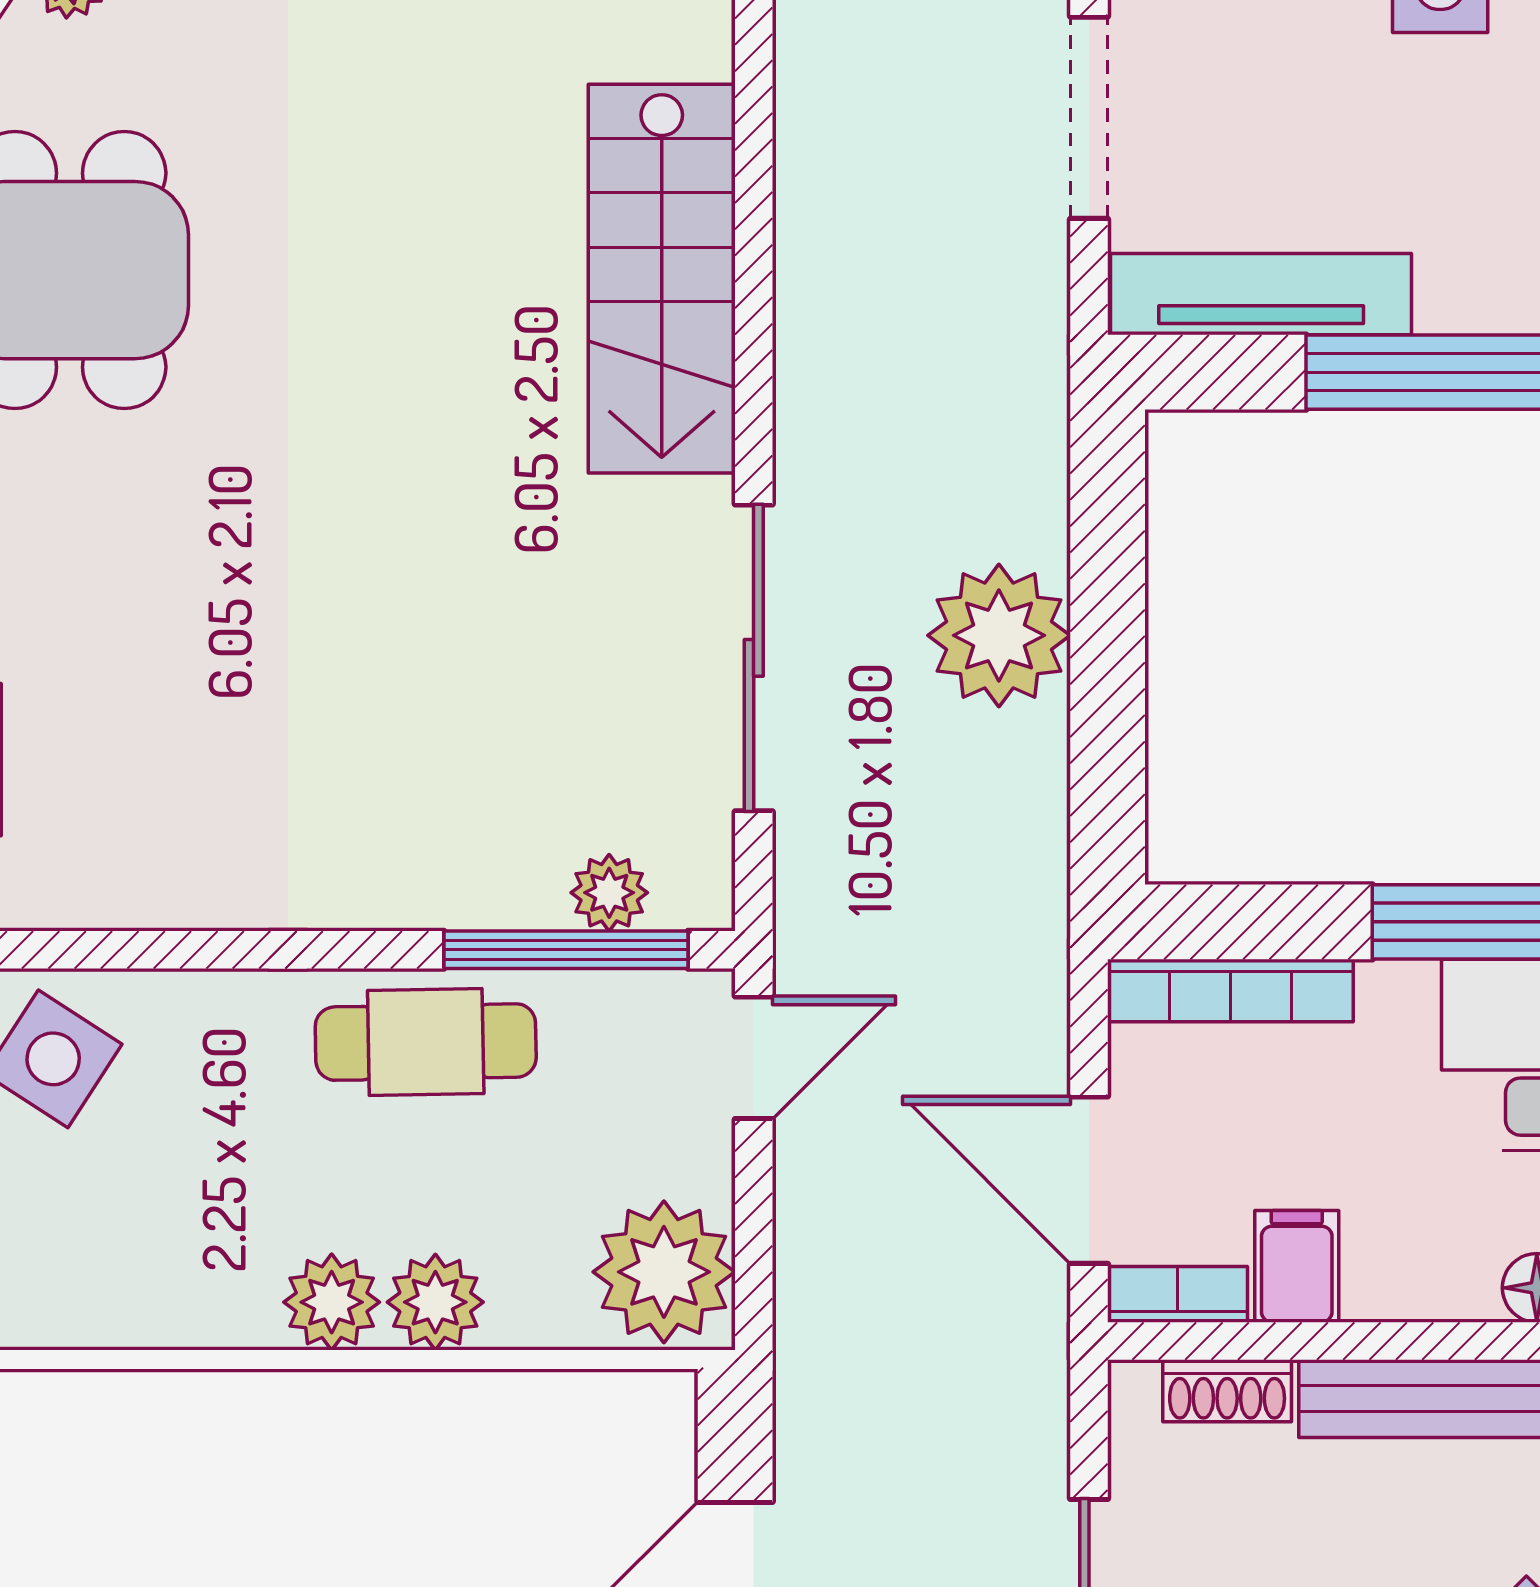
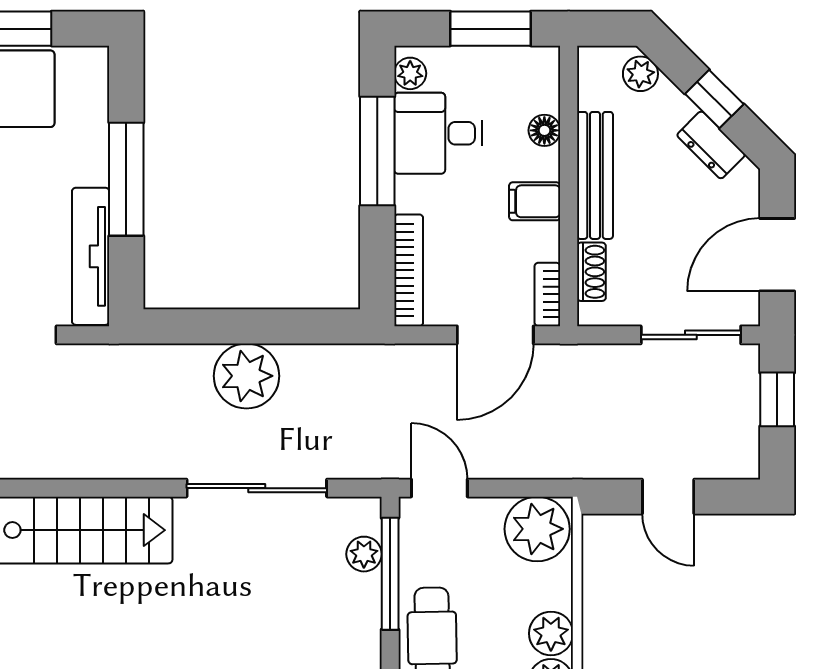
filing cabinet: (1297, 1266) -> (535, 201), moved

